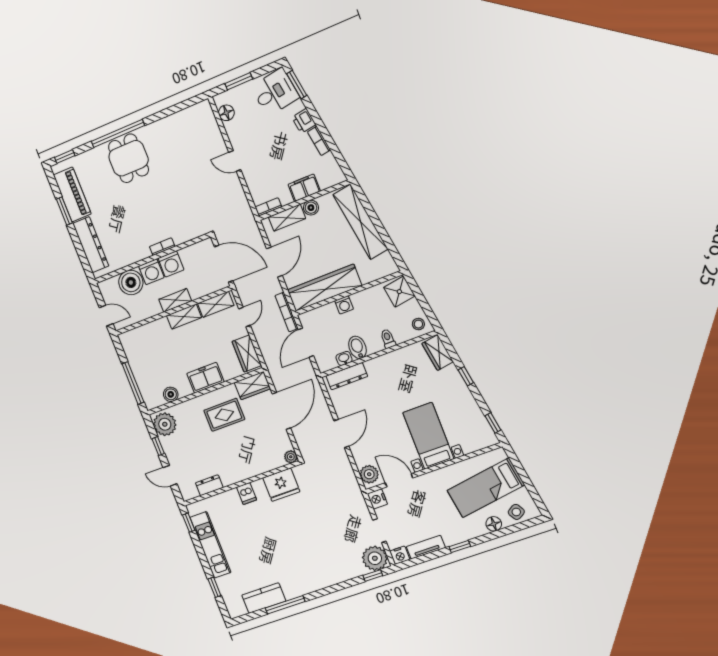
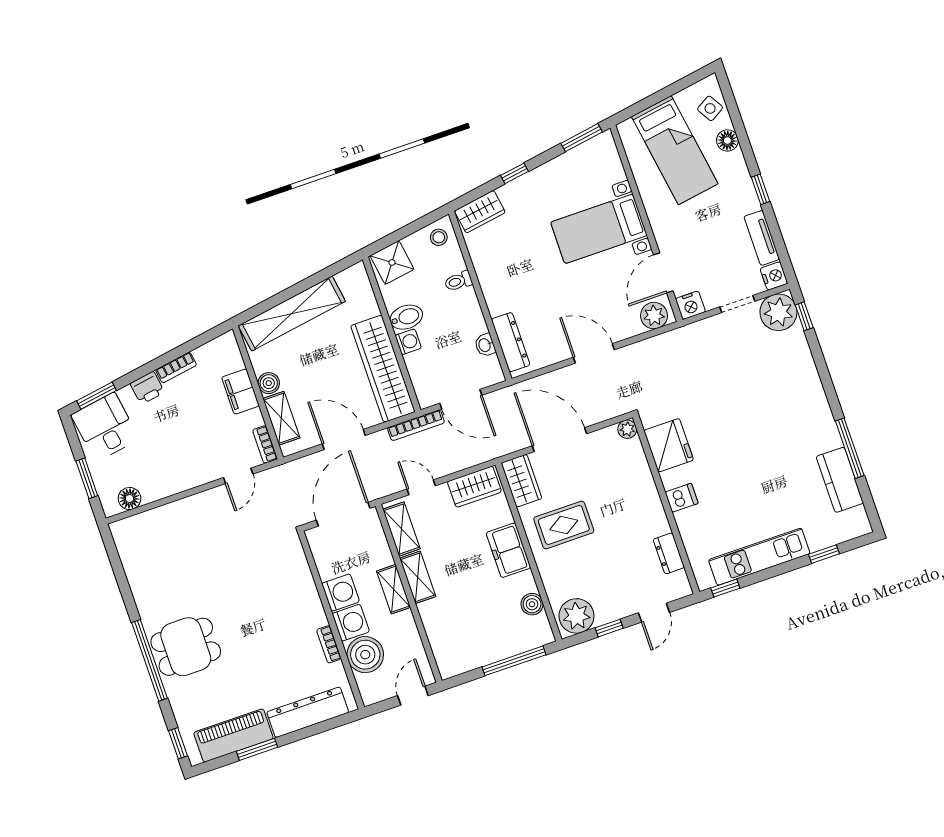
door: (235, 161) -> (238, 476), moved
bookcase: (162, 247) -> (329, 644), moved
bidet: (357, 347) -> (406, 317), moved, turned 180
rug: (224, 415) -> (564, 525), turned 90
window: (493, 423) -> (582, 138), width x1.50

